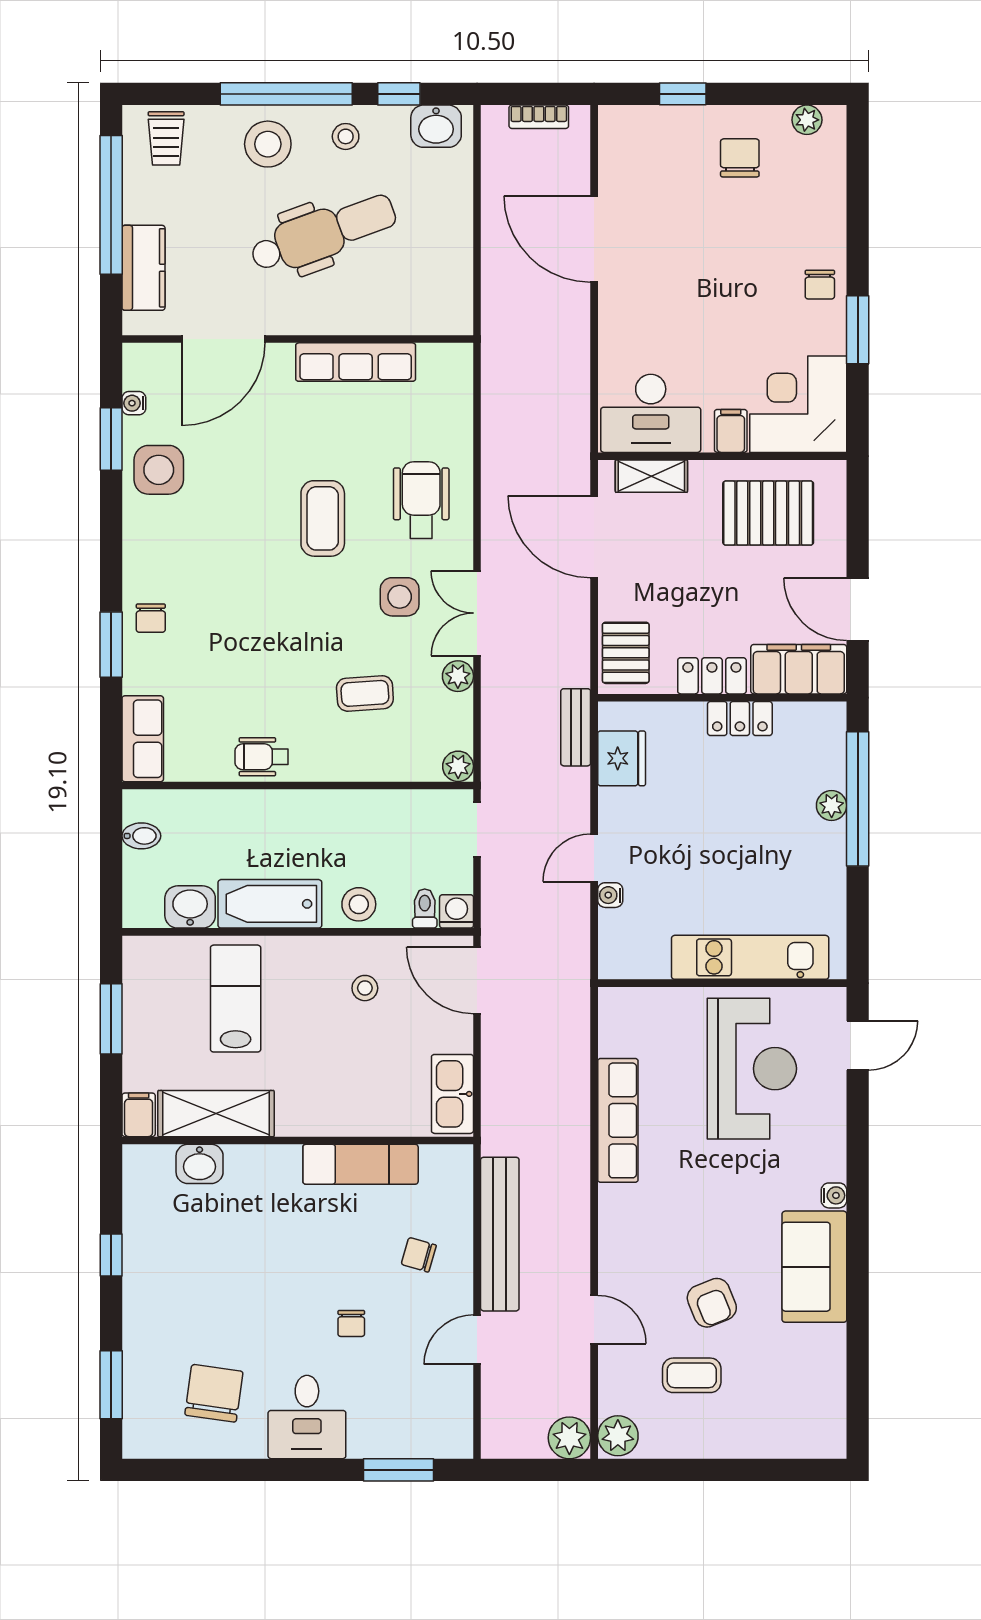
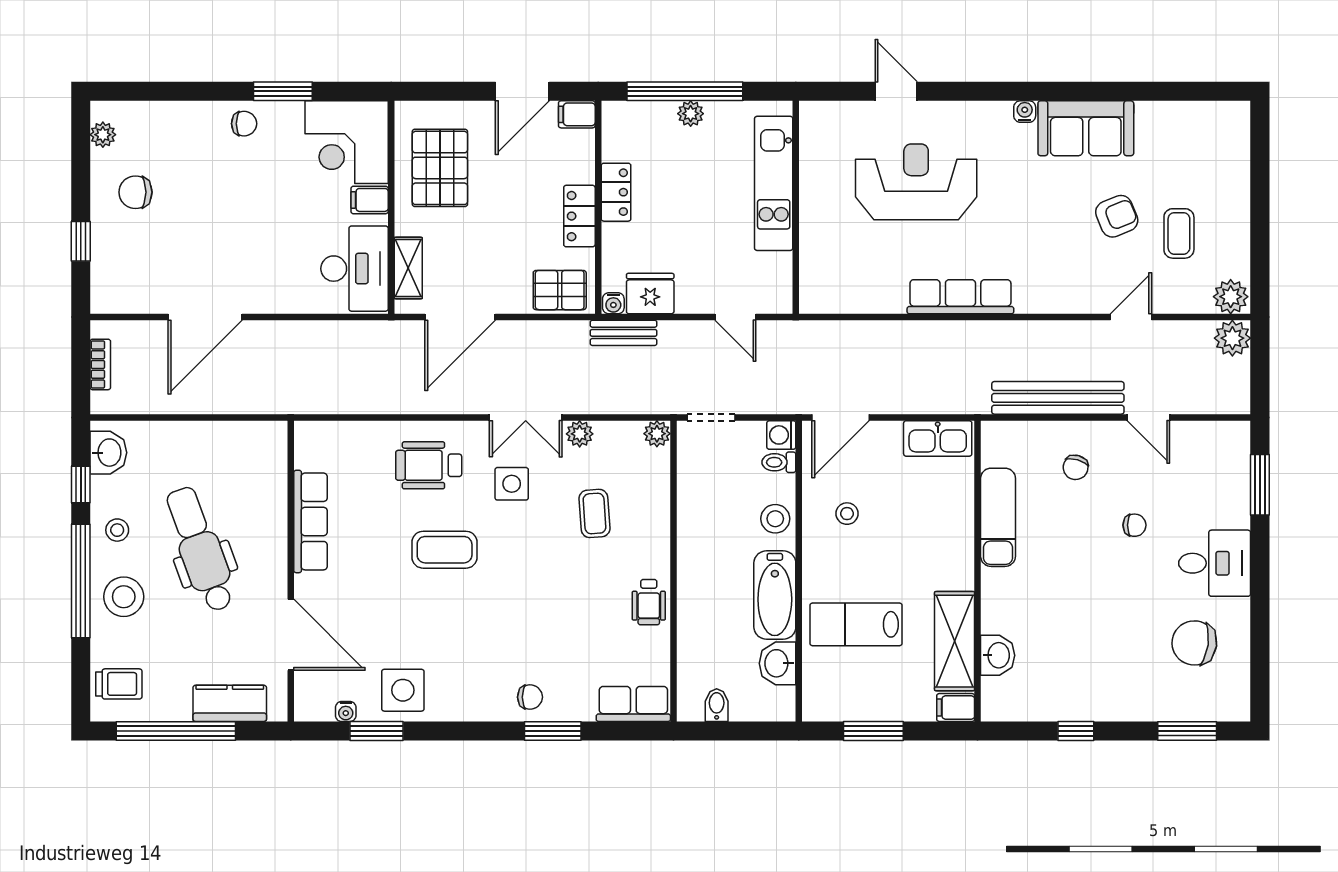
filing cabinet: (799, 669) -> (577, 114), width x0.33, depth x0.86
water cooler: (610, 895) -> (613, 303), moved
kitchen unit: (750, 957) -> (774, 183), moved
wall: (722, 983) -> (796, 207), moved

